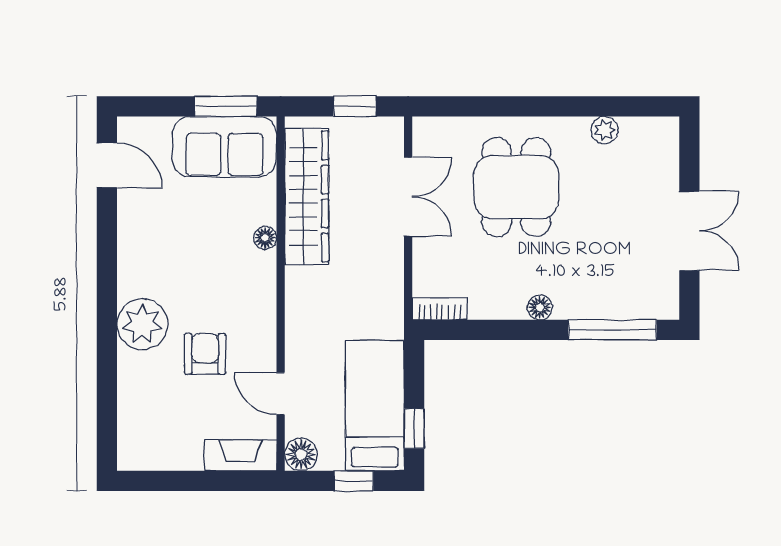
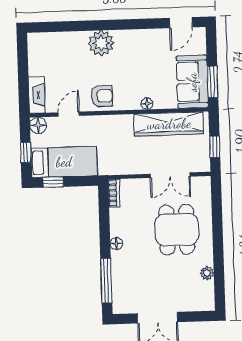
dining table: (516, 187) -> (177, 230), turned 90
armchair: (205, 354) -> (102, 96), moved

